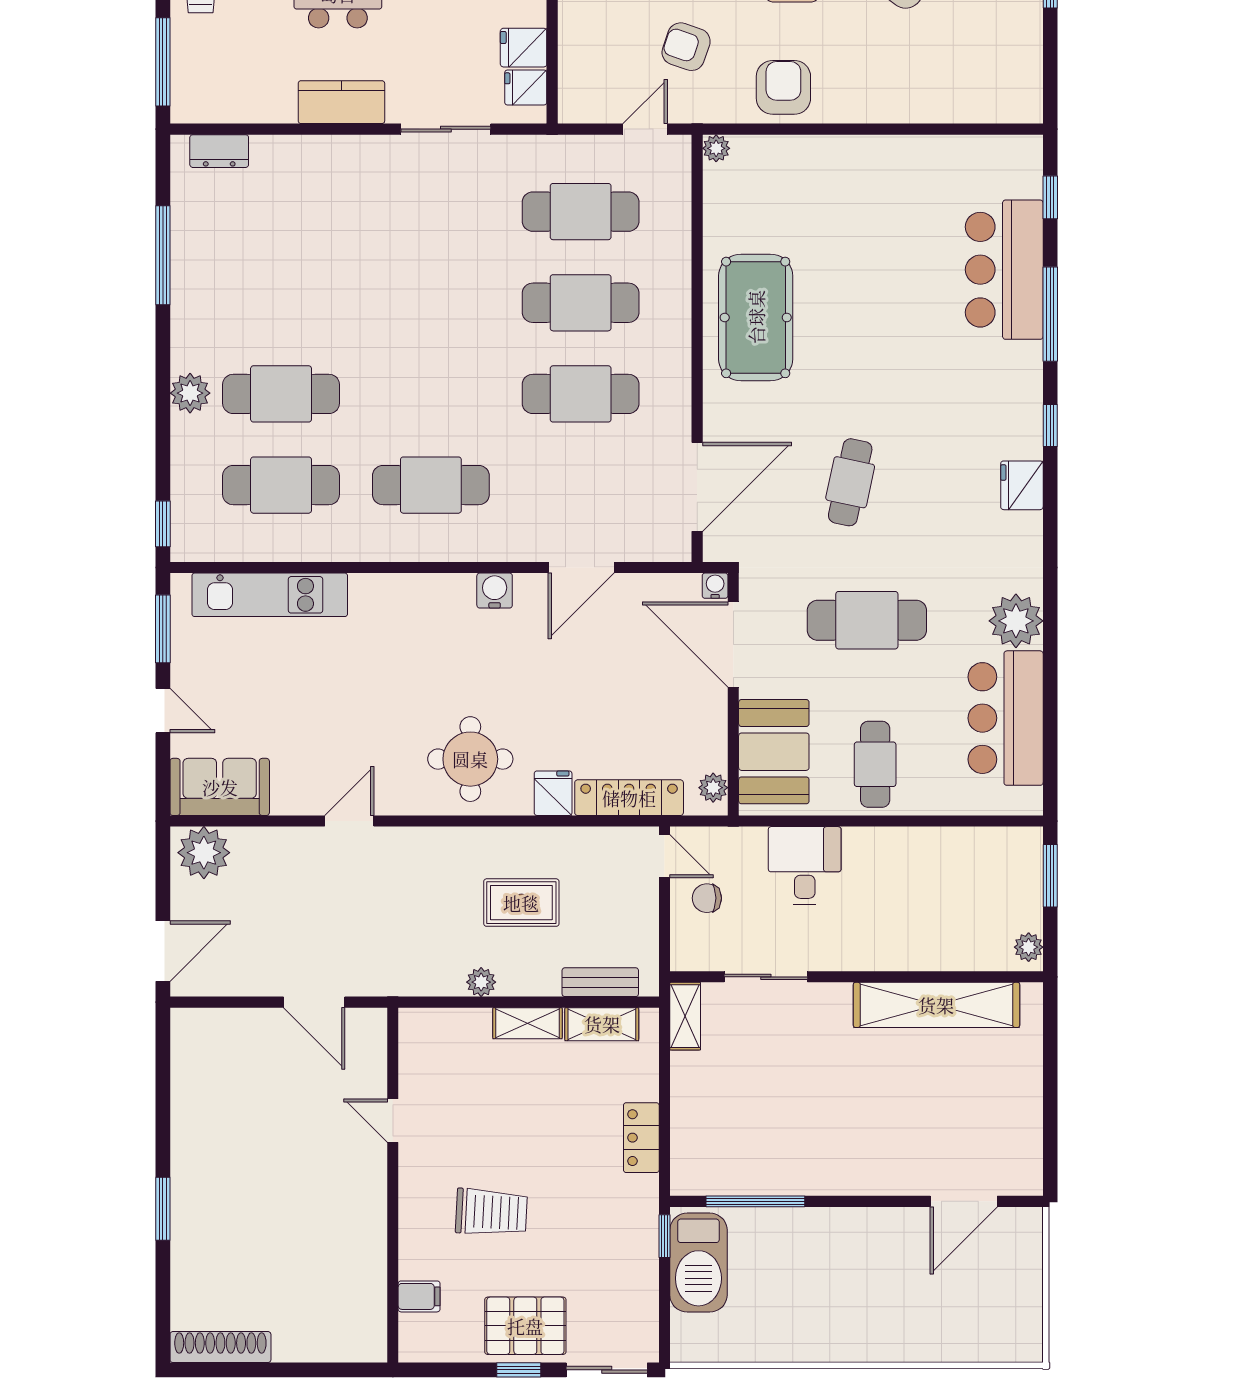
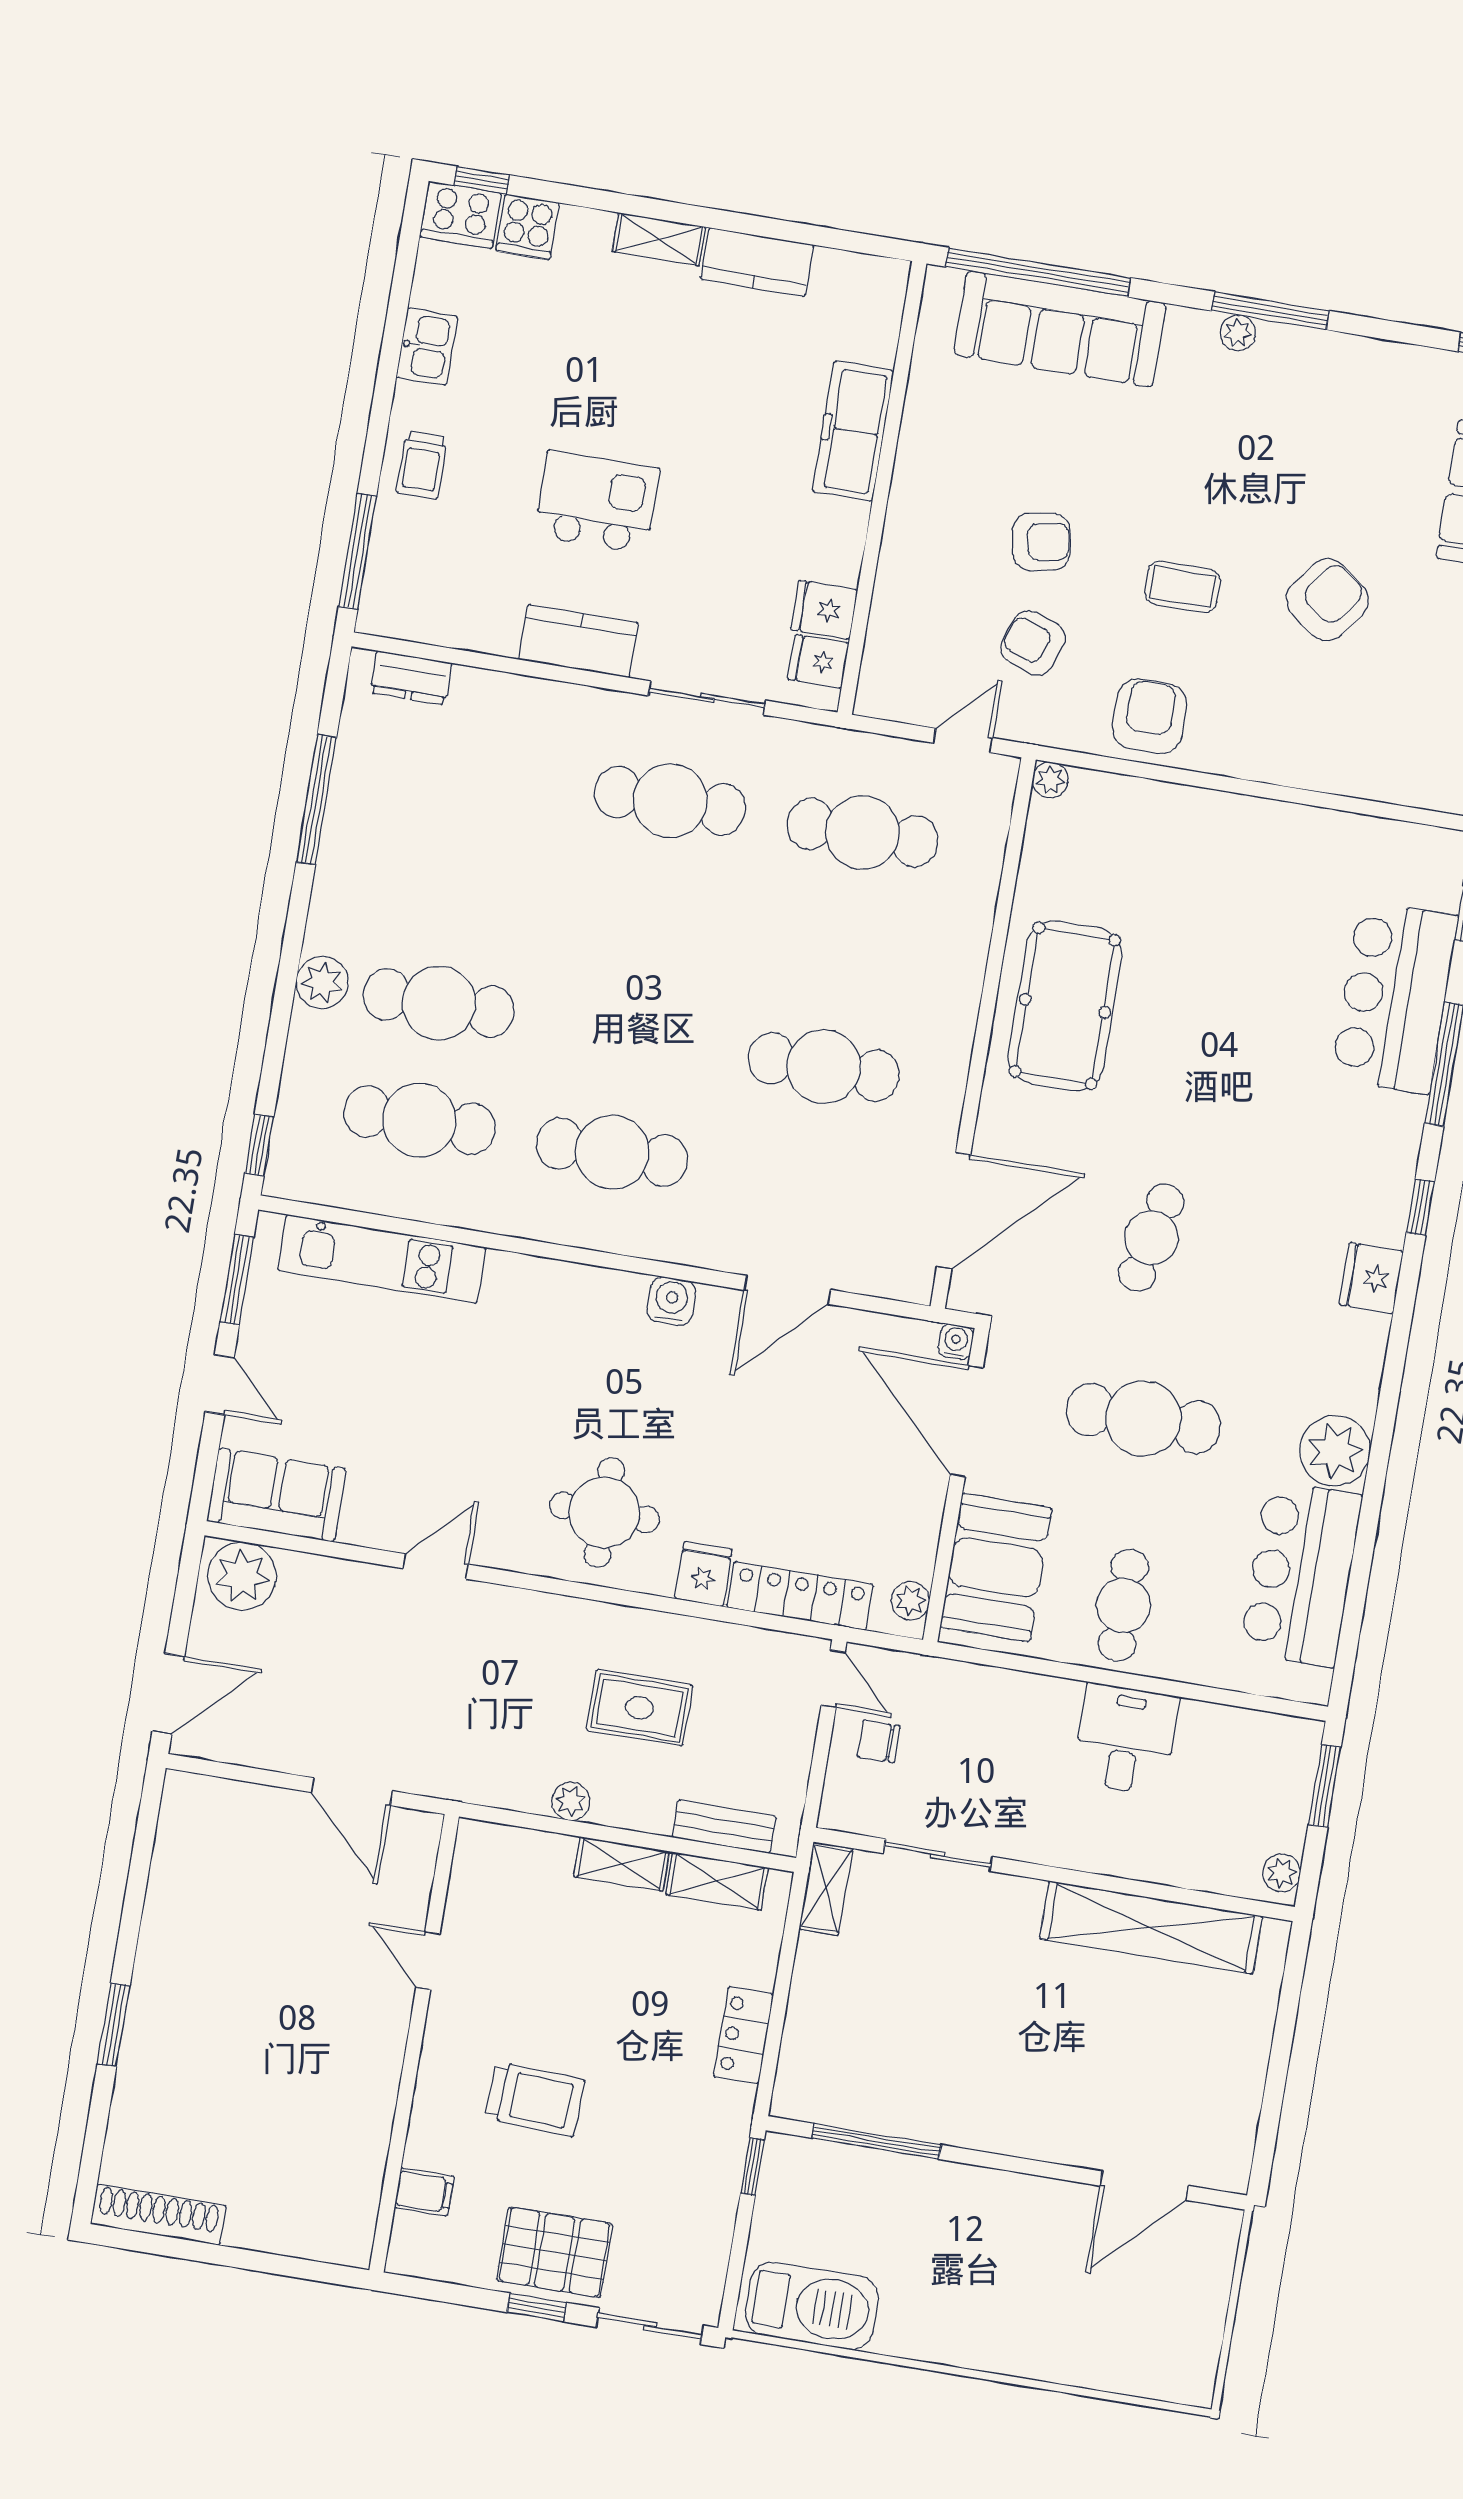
cafe table: (581, 303) -> (670, 801), moved
desk: (805, 866) -> (1126, 1739), moved
barbecue: (698, 1263) -> (812, 2306), moved, turned -90

